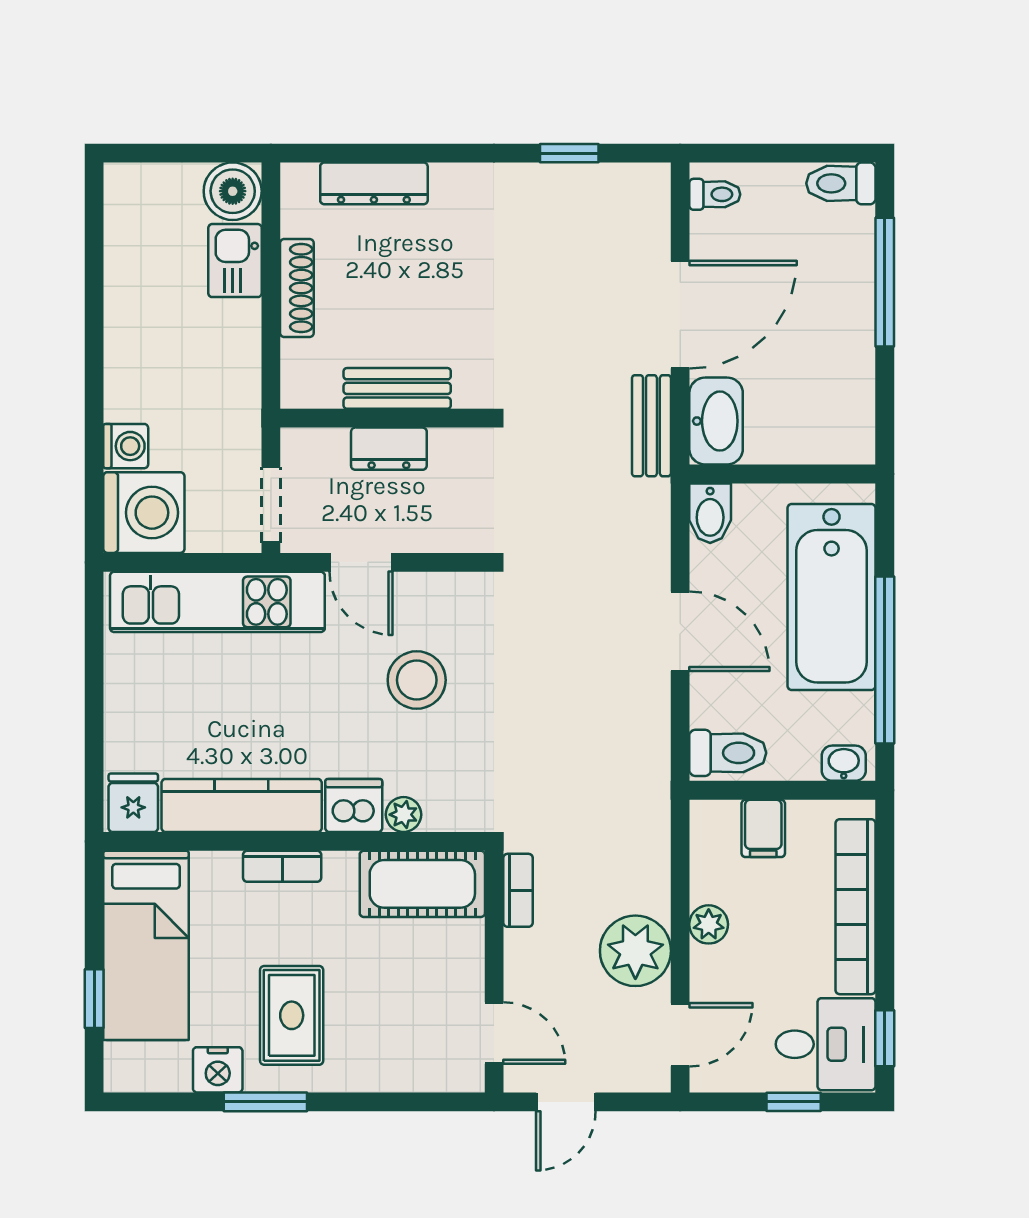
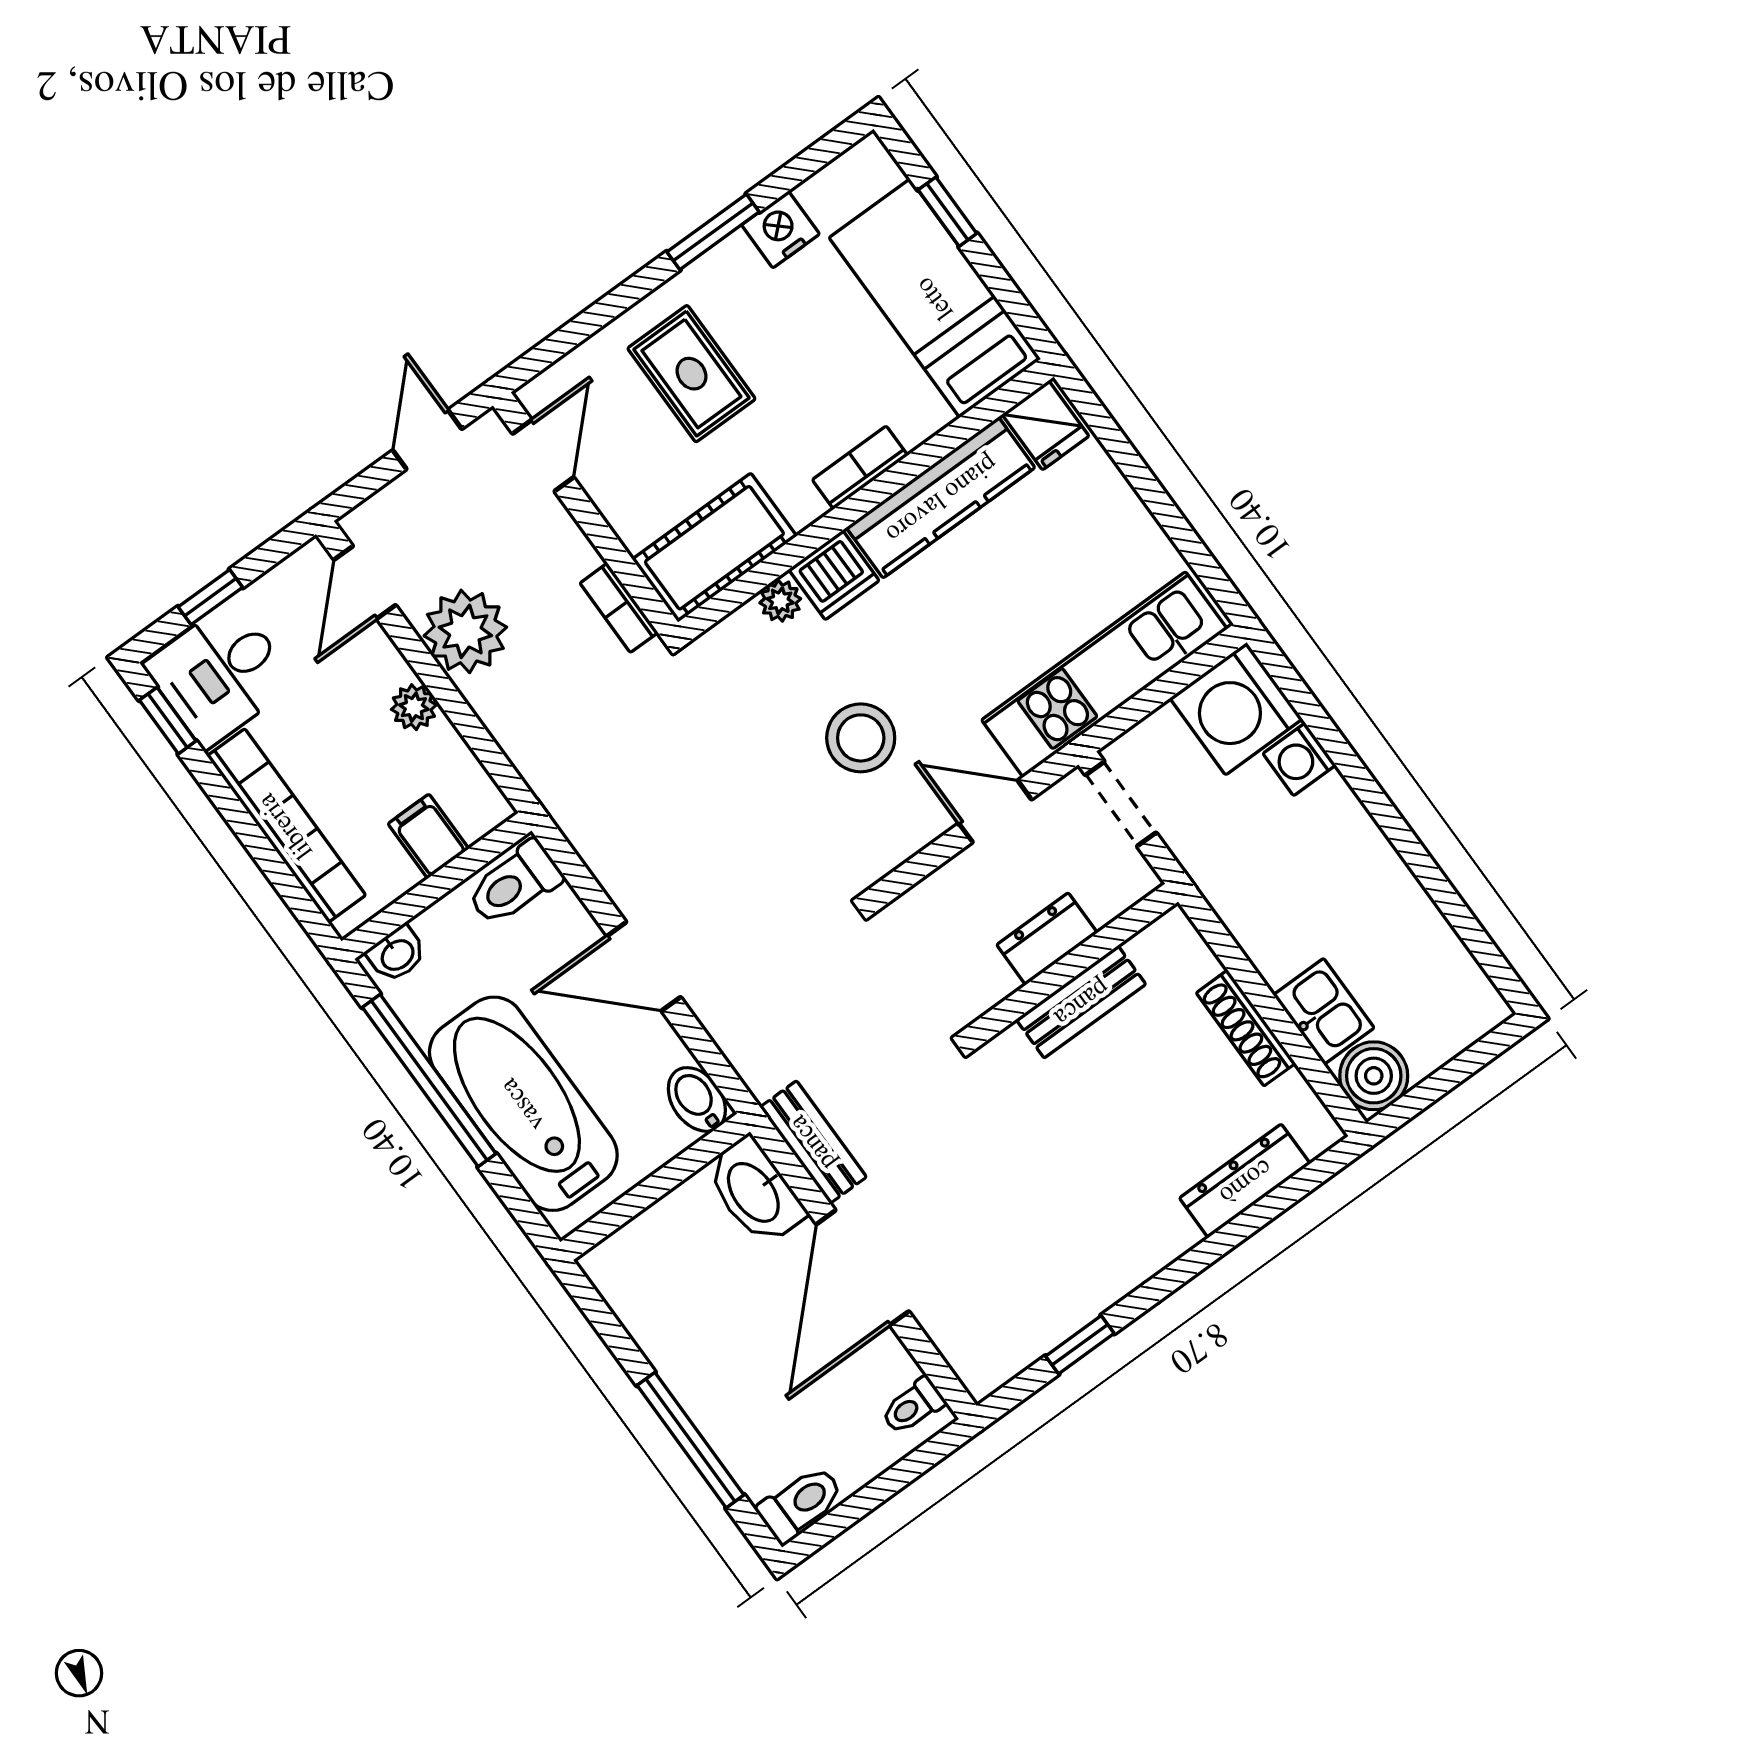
rug: (292, 1015) -> (691, 374), moved
door: (494, 1033) -> (543, 455), swing flipped

